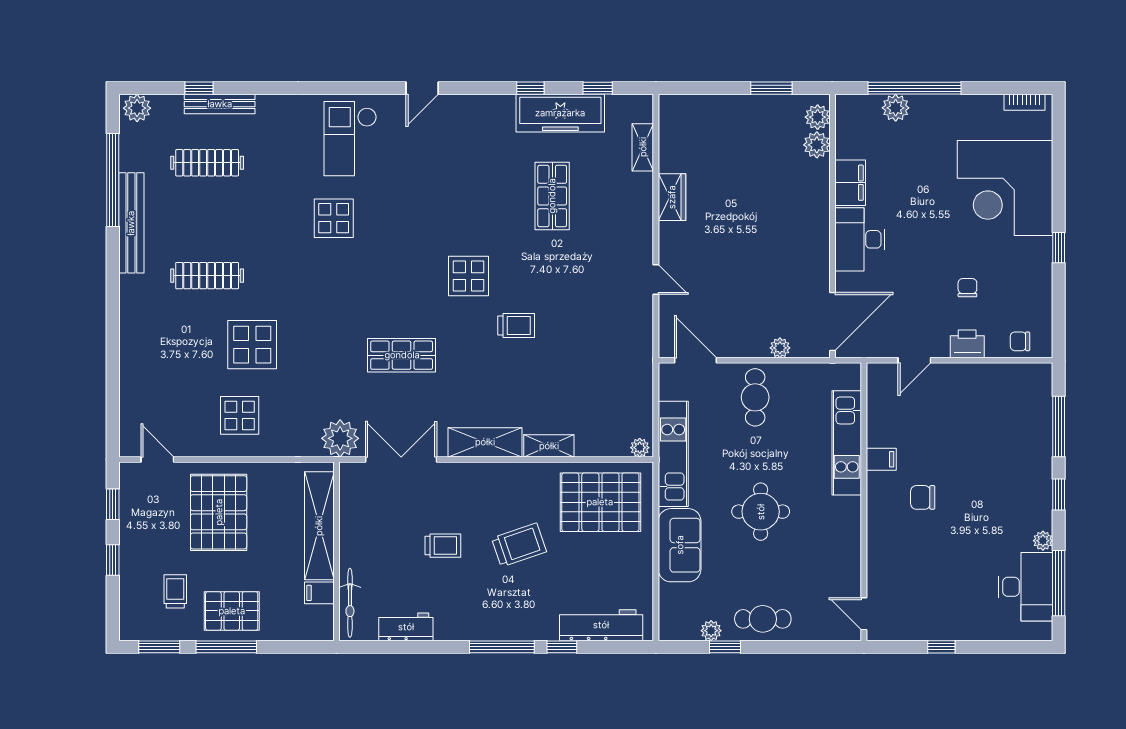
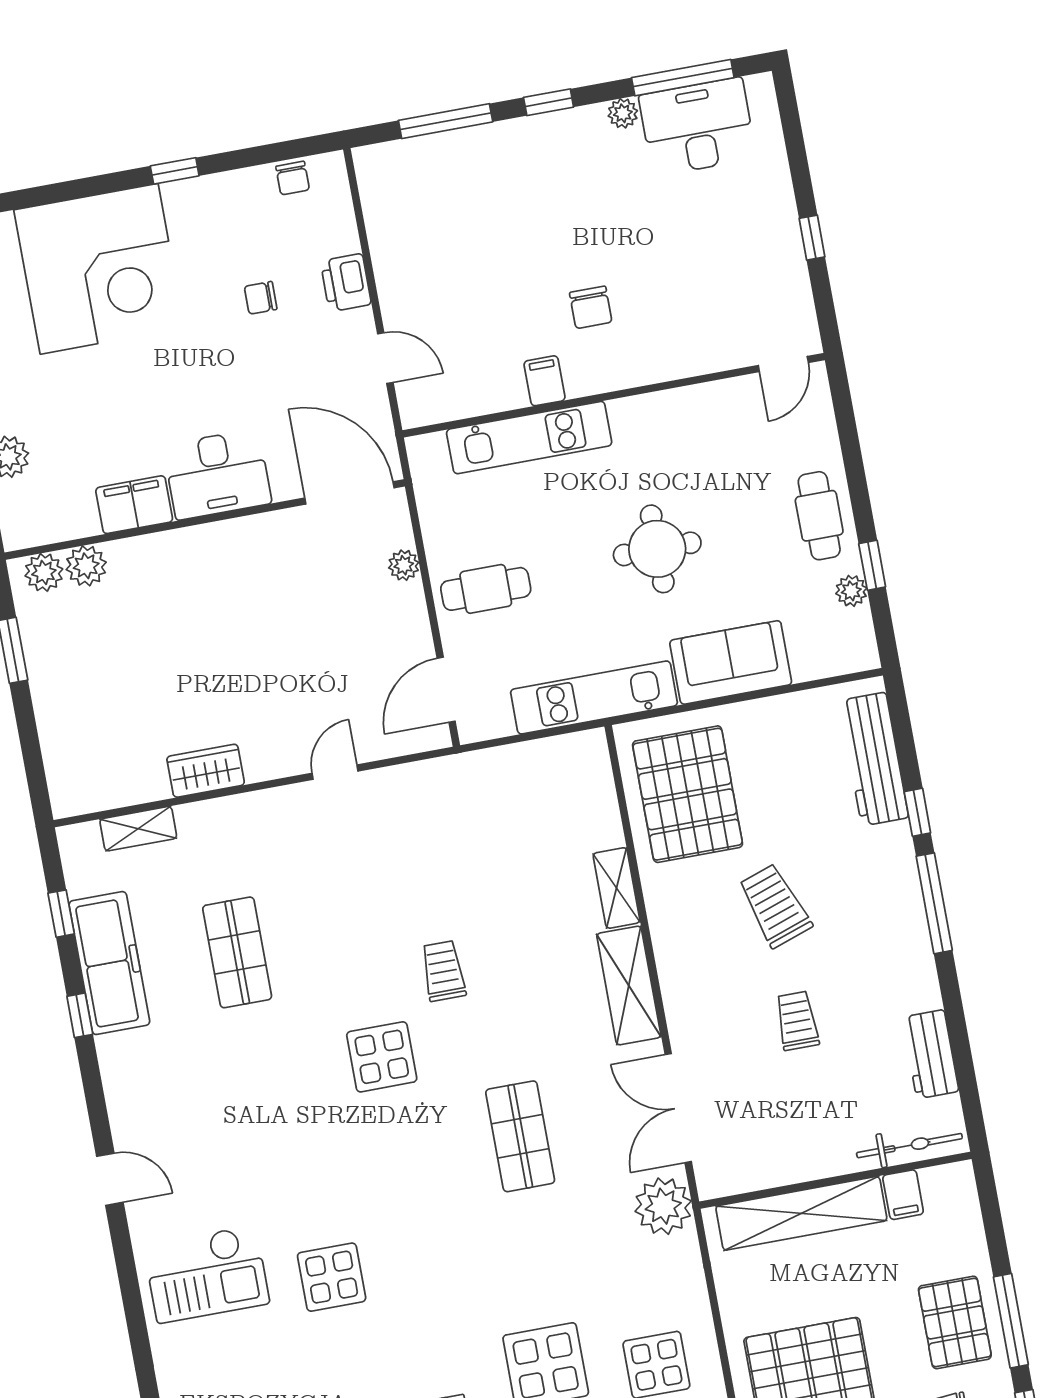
shop shelf: (552, 196) -> (237, 952), turned 90
chair: (1020, 341) -> (293, 178), moved
plant: (640, 448) -> (594, 750), removed

